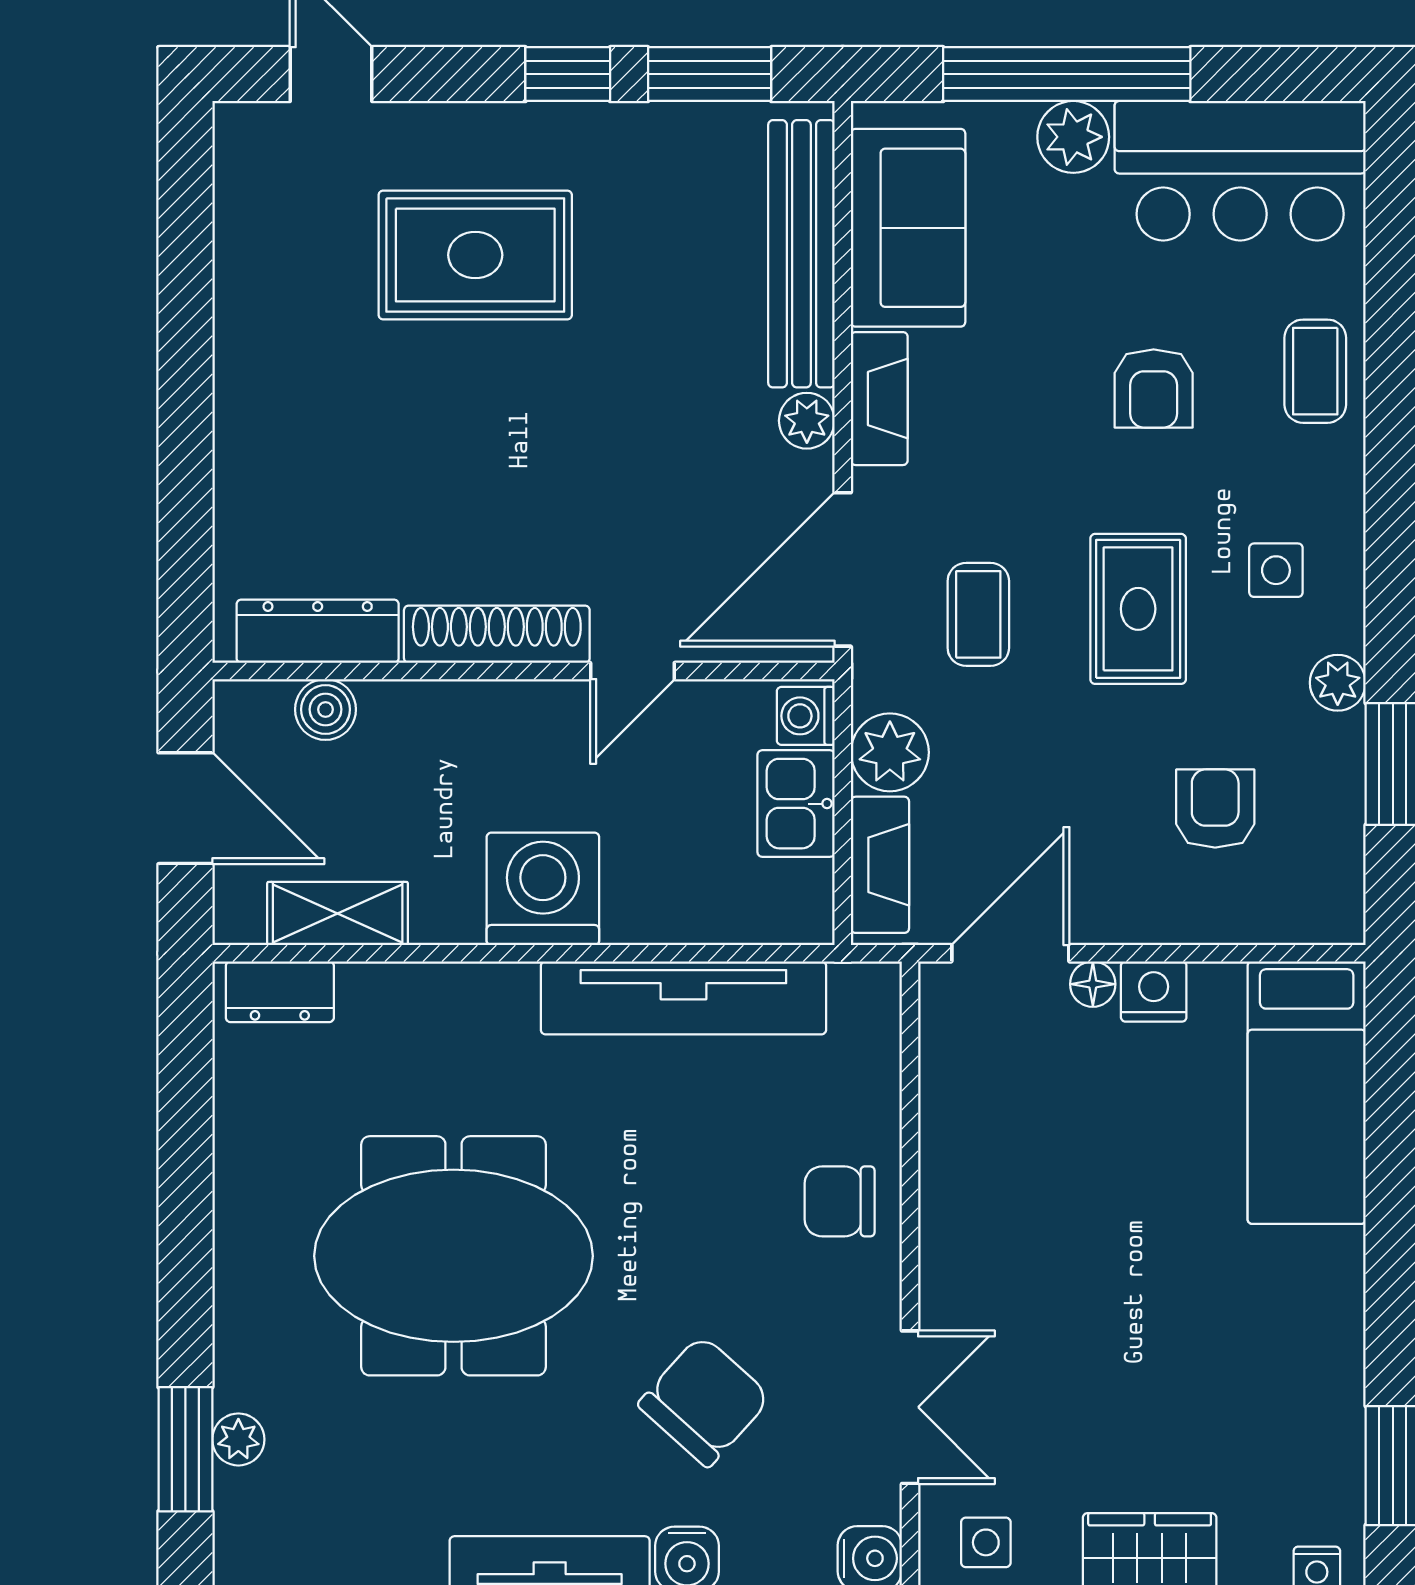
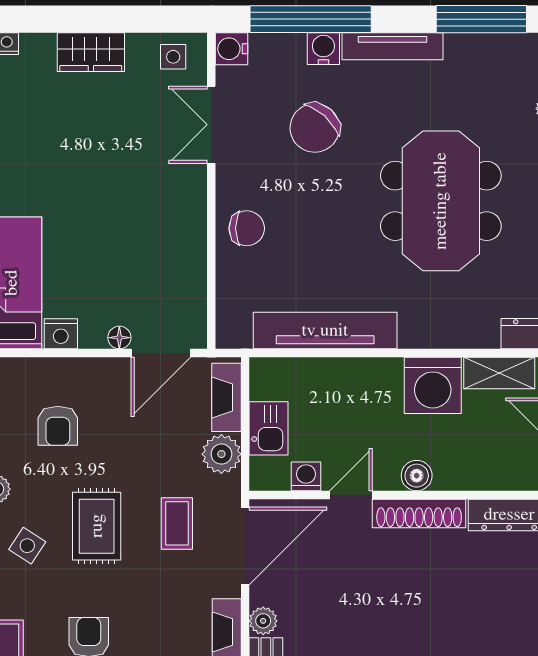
side table: (1276, 570) -> (27, 546), turned 33
boiler: (326, 709) -> (417, 476), moved
washing machine: (806, 716) -> (306, 476), moved, turned -90
washing machine: (543, 889) -> (433, 385), moved
nightstand: (1154, 992) -> (61, 334), moved
meeting table: (453, 1256) -> (441, 201), turned 90

